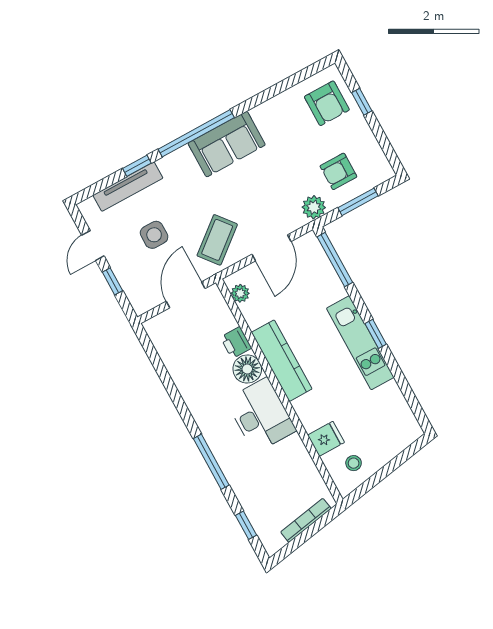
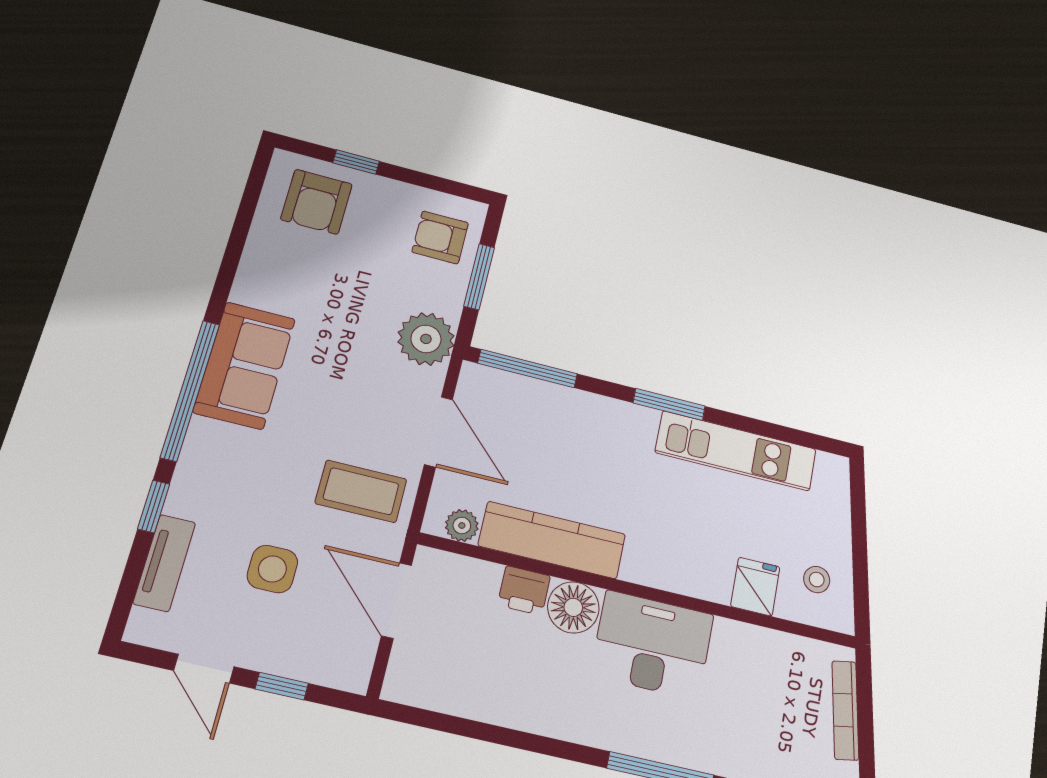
armchair: (327, 103) -> (316, 202), turned 90
armchair: (338, 171) -> (440, 237), moved, turned 90
tv unit: (128, 187) -> (164, 563), width x0.71
plant: (314, 207) -> (426, 339), width x1.36, depth x1.36
coffee table: (217, 240) -> (361, 491), turned -51
window: (376, 334) -> (669, 404), width x1.50
kitchen unit: (360, 343) -> (736, 451), moved
kitchen counter: (282, 361) -> (552, 540), moved

